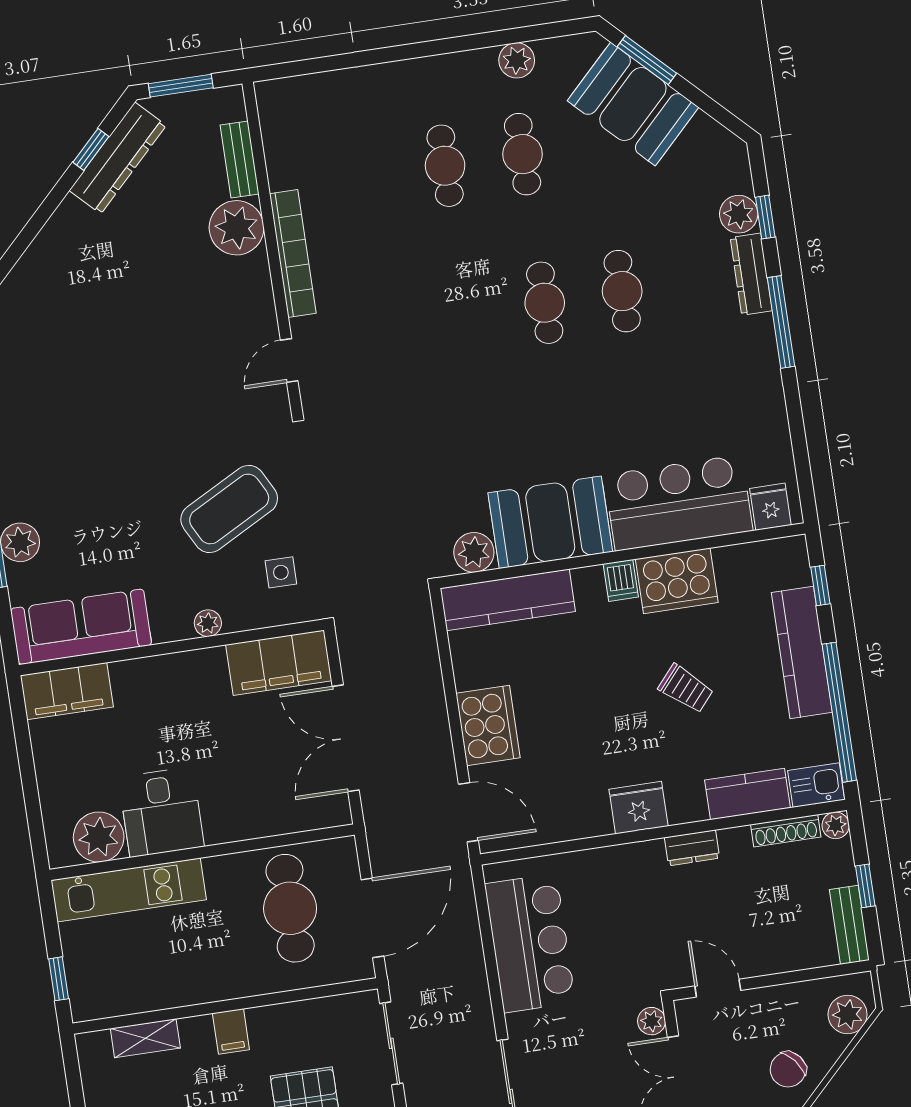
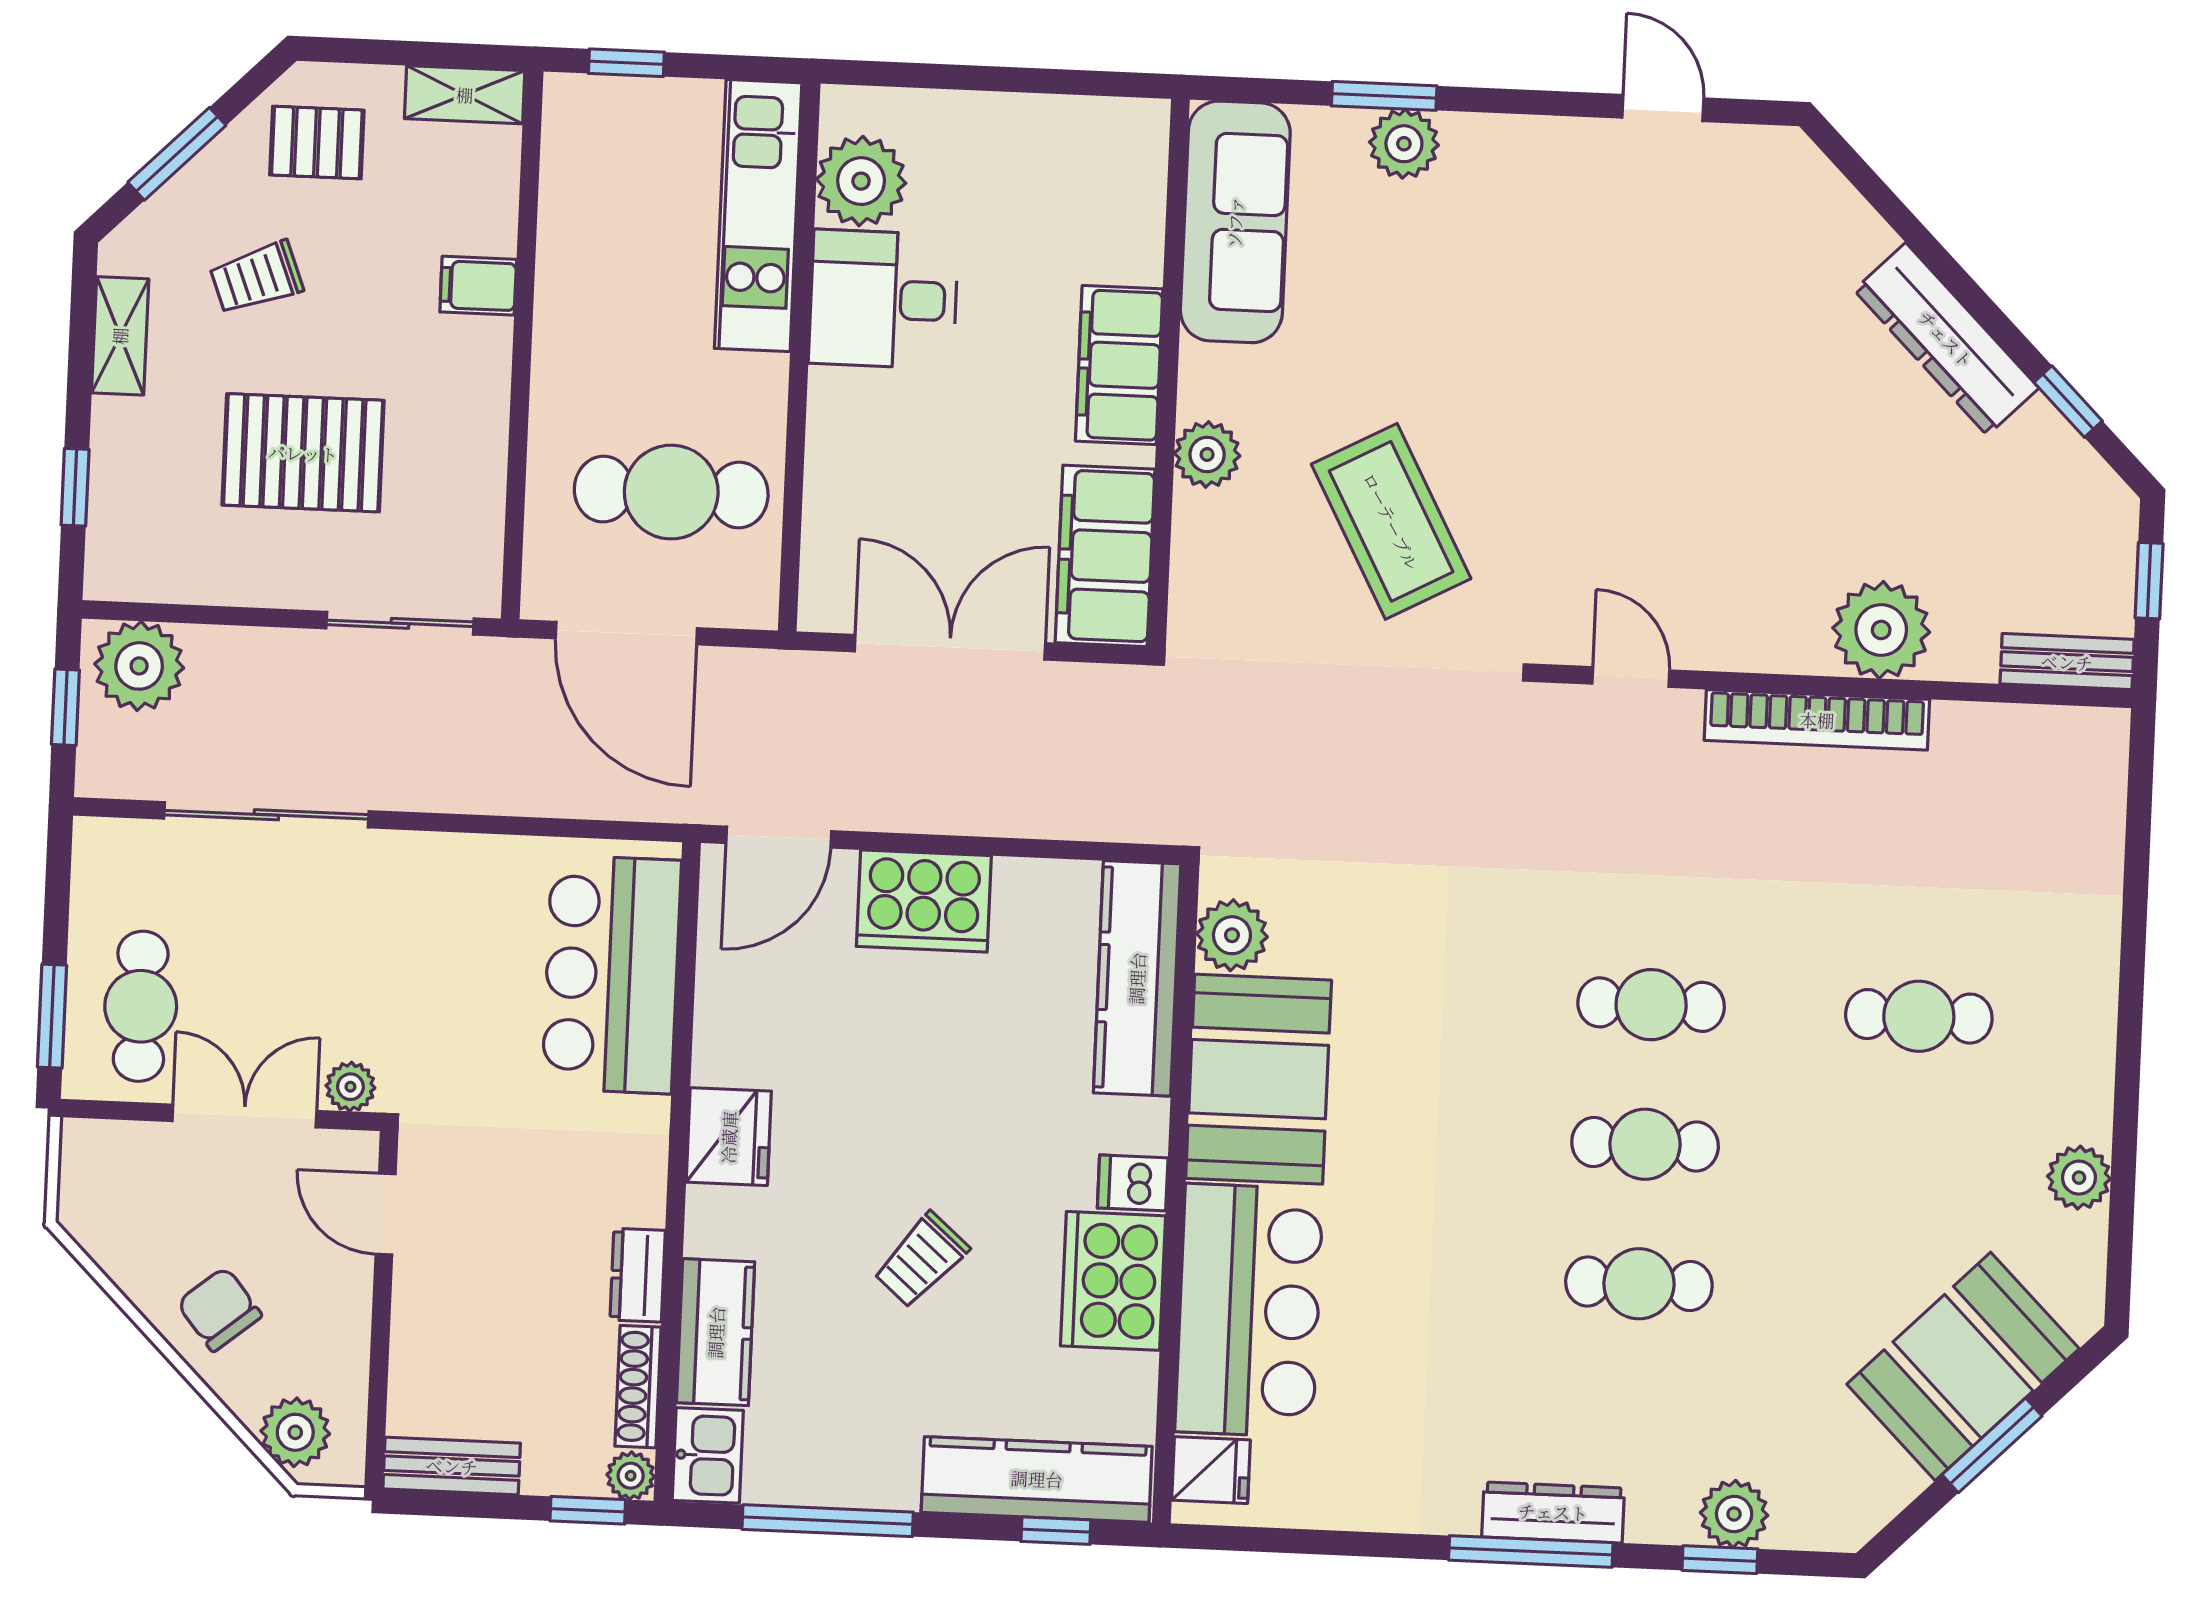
window: (647, 60) -> (1992, 1445), moved
window: (181, 86) -> (2149, 581), width x0.67
cafe table: (523, 154) -> (1651, 1005), moved
dresser: (118, 158) -> (1946, 339), moved
bench: (240, 159) -> (2067, 662), moved
dresser: (751, 274) -> (1553, 1512), moved
side table: (281, 572) -> (1263, 590), removed
plant: (208, 623) -> (1207, 454), width x1.38, depth x1.38
kitchen counter: (802, 652) -> (1037, 1479), moved
filing cabinet: (67, 691) -> (1119, 365), moved
window: (839, 712) -> (828, 1521), width x0.68
dresser: (692, 848) -> (638, 1275), moved
window: (865, 886) -> (588, 1510), moved
bar counter: (530, 943) -> (612, 974), moved, turned 90
door: (718, 988) -> (386, 1214), swing flipped
filing cabinet: (231, 1031) -> (478, 286), moved
shelving: (145, 1038) -> (465, 95), moved, turned 90

